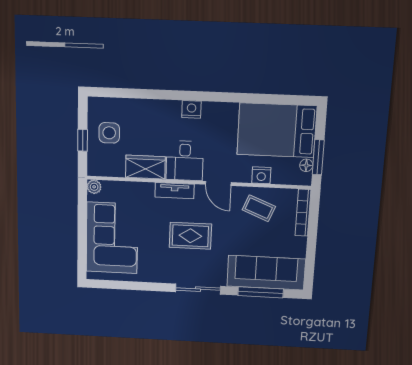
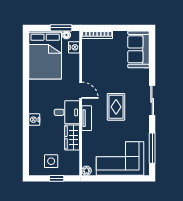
nightstand: (191, 109) -> (34, 120), moved
nightstand: (261, 175) -> (74, 47), moved
door: (218, 183) -> (81, 90), hinge flipped
coffee table: (259, 208) -> (96, 63), removed
sofa: (266, 273) -> (138, 49), width x0.73
window: (261, 292) -> (152, 148), moved

